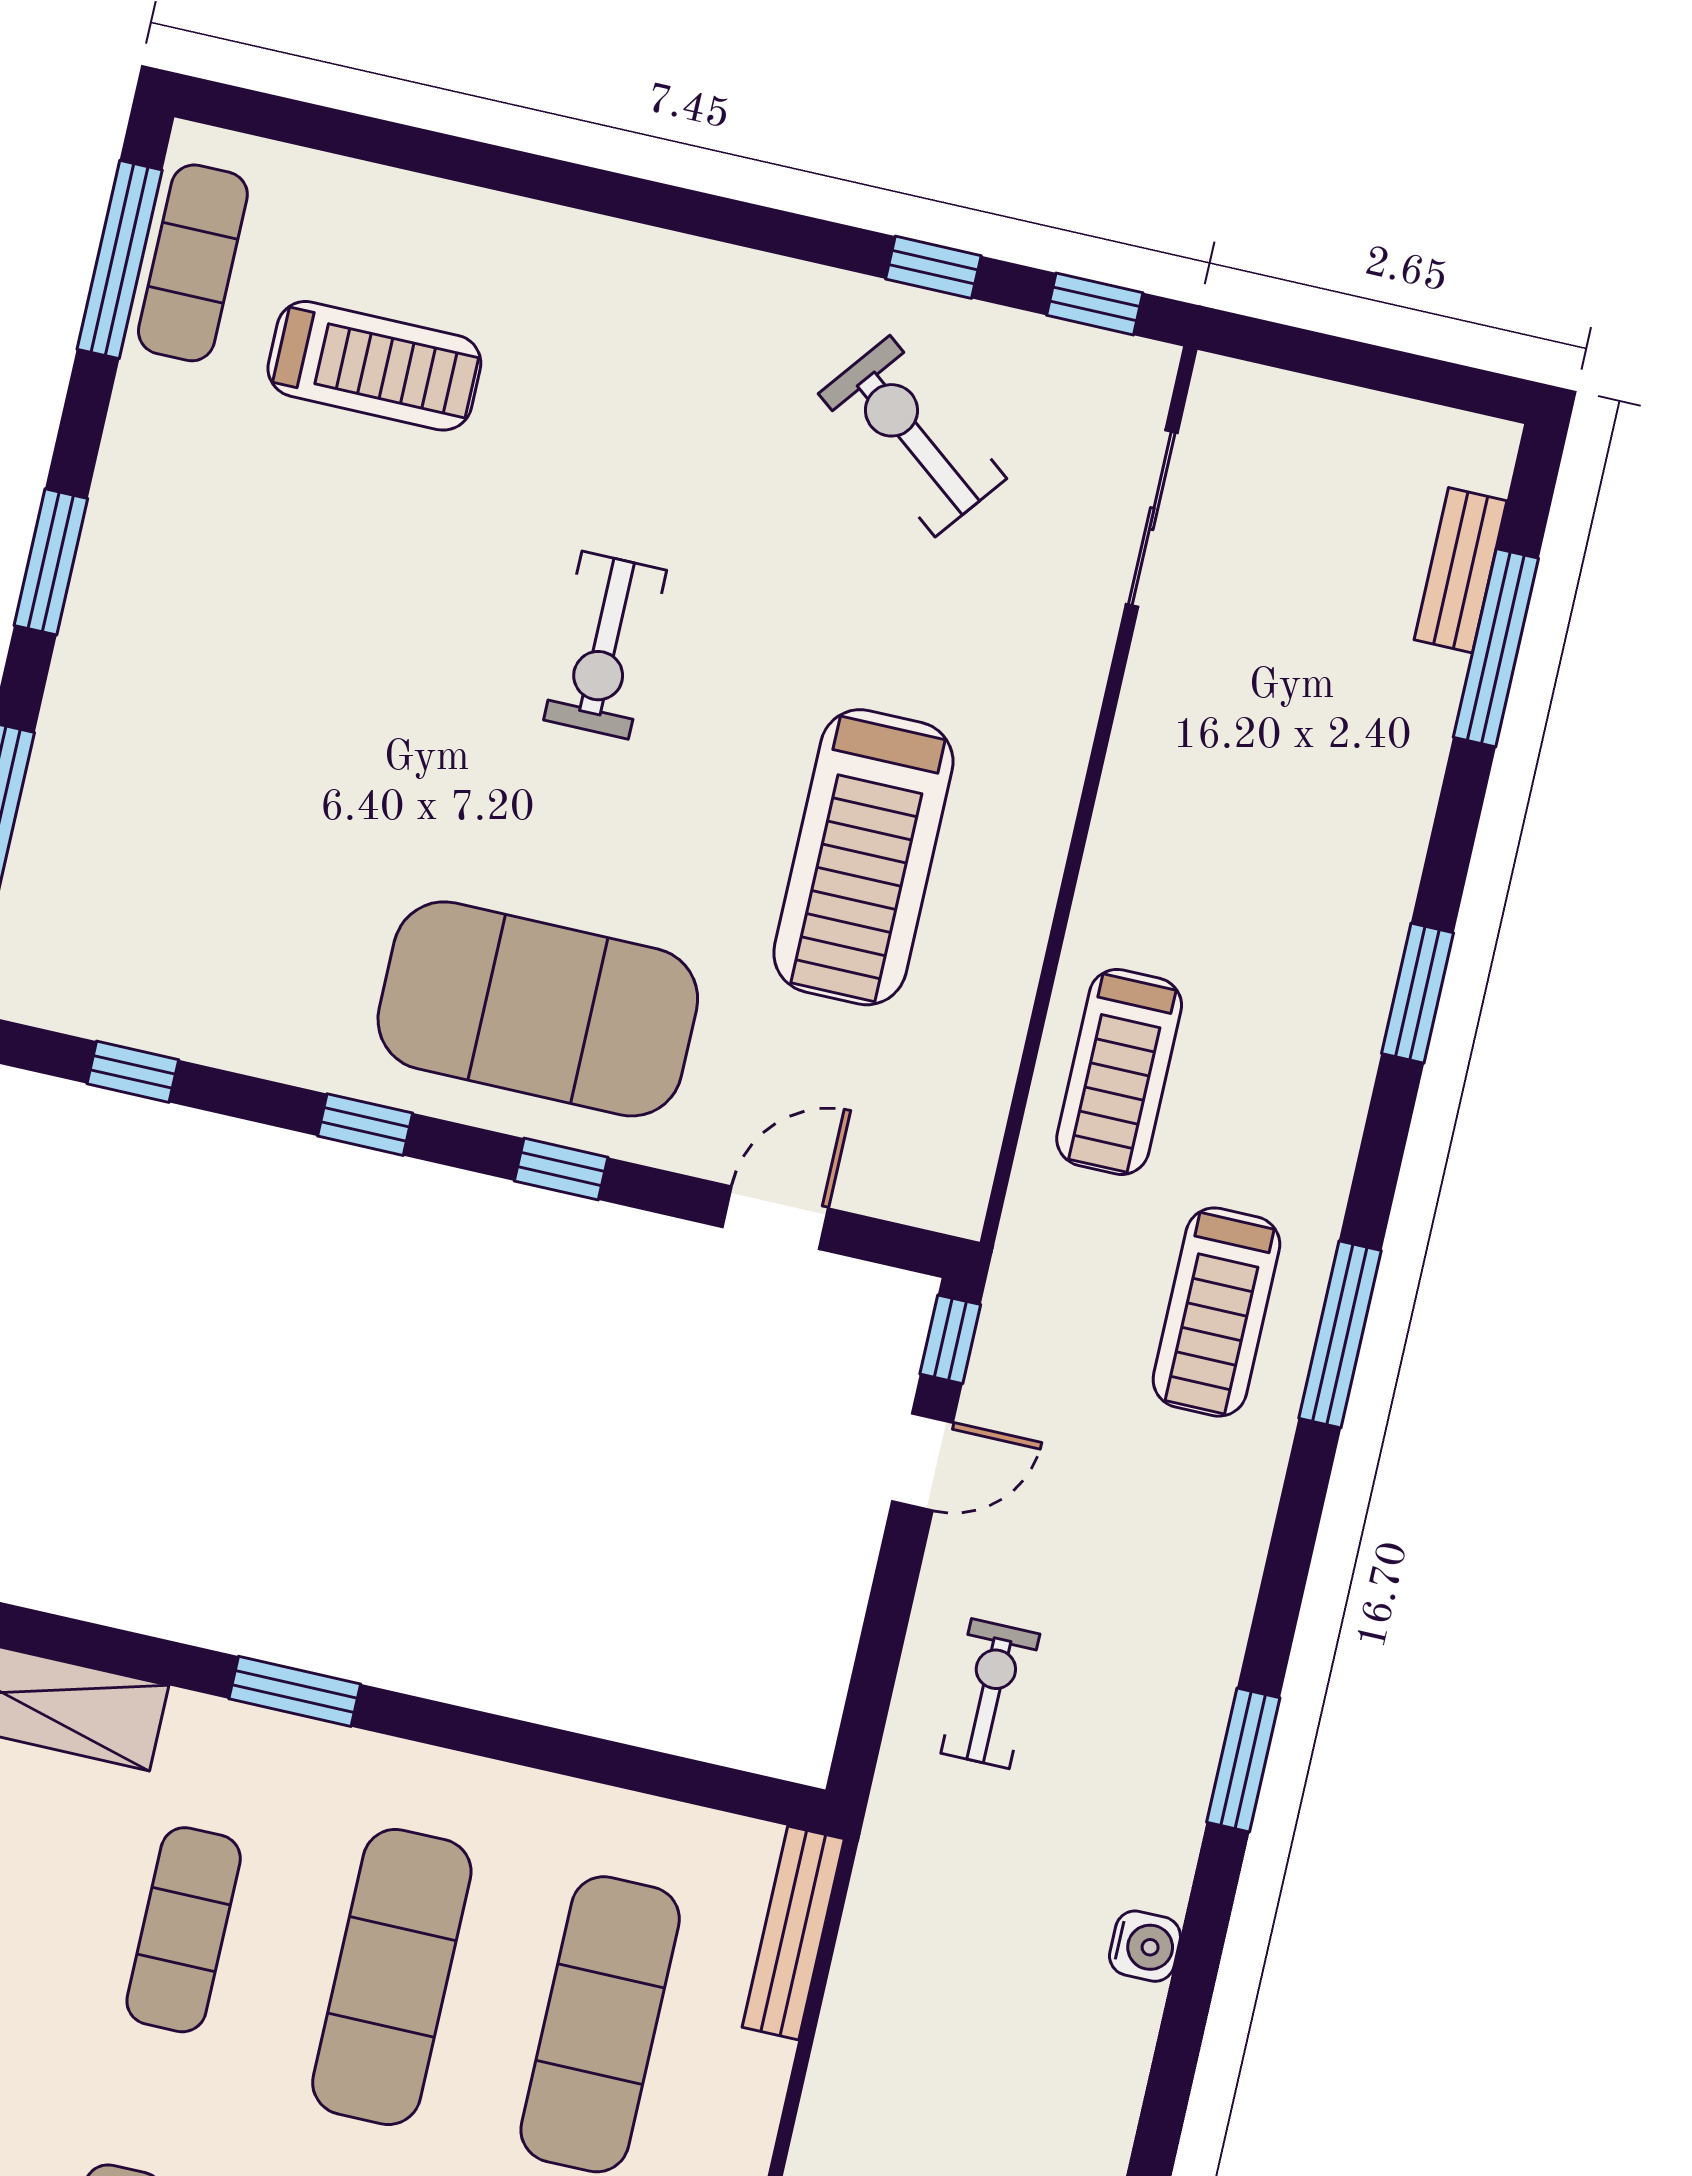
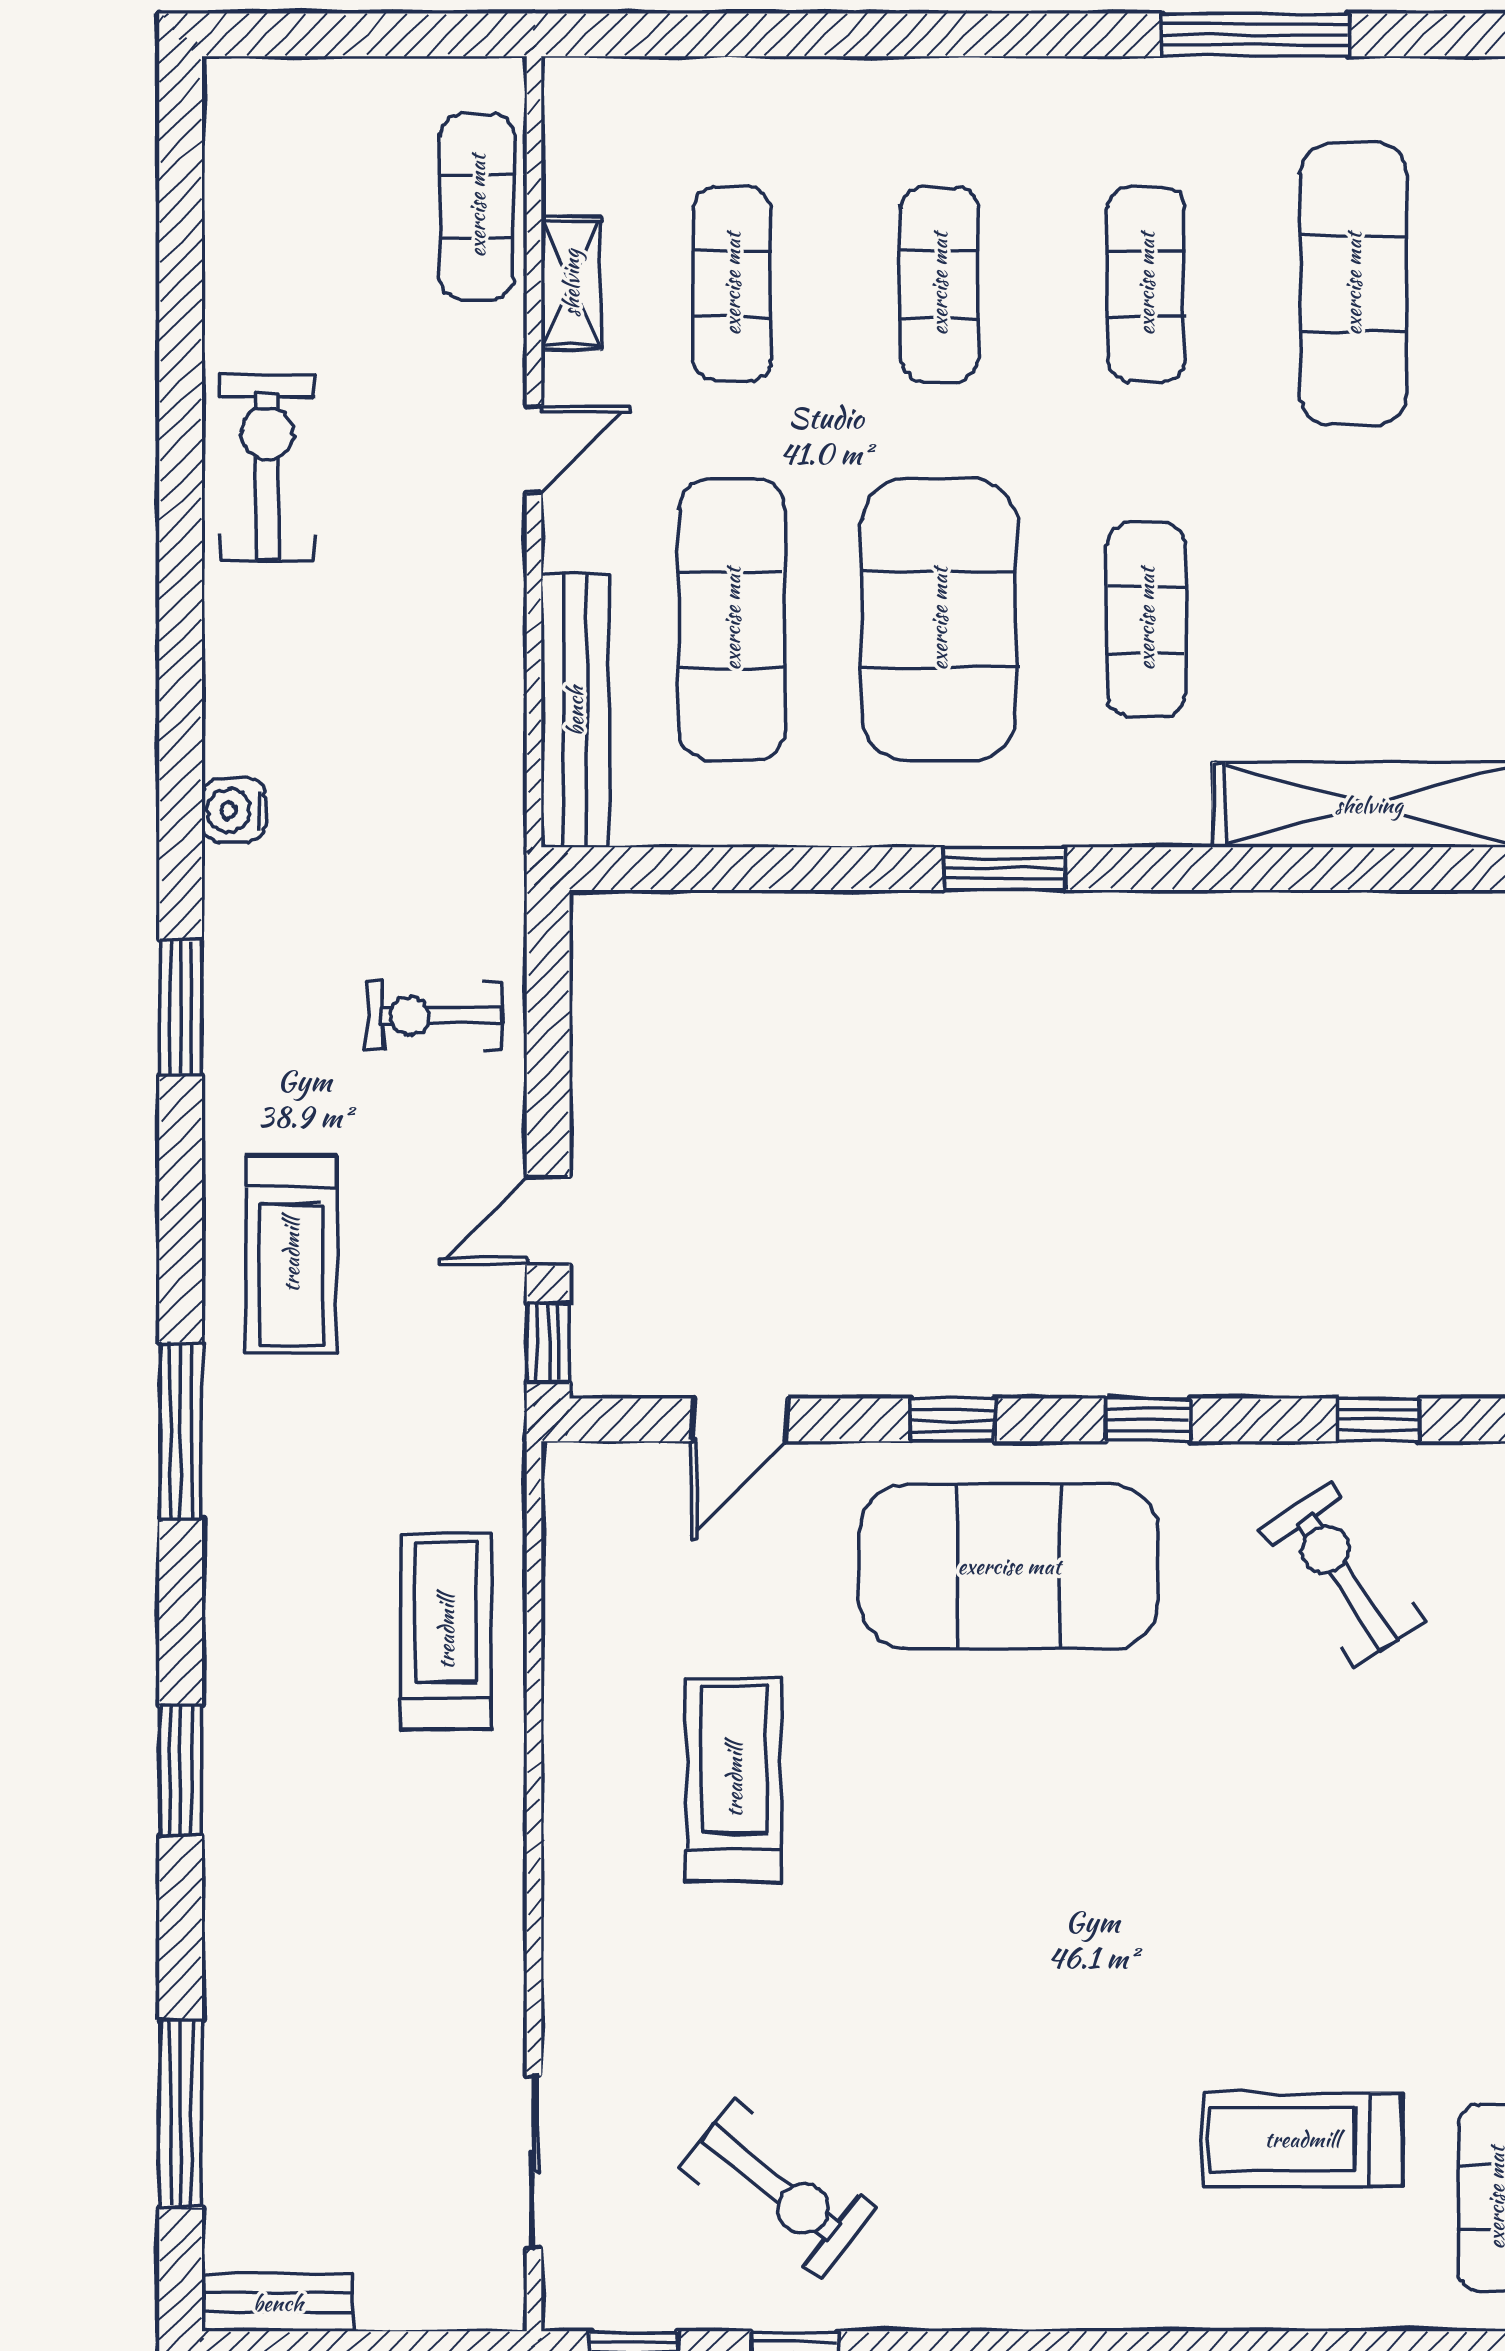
bench: (1461, 570) -> (278, 2303), moved, turned 90
exercise bike: (605, 645) -> (1343, 1575), moved, turned -34
treadmill: (863, 857) -> (734, 1780), width x0.73, depth x0.73
treadmill: (1216, 1312) -> (291, 1255), moved, turned 180
window: (295, 1691) -> (1004, 869), moved
exercise bike: (990, 1694) -> (434, 1016), turned 90
bench: (793, 1933) -> (575, 711), width x1.37, depth x1.21
exercise mat: (392, 1977) -> (939, 619), width x1.47

